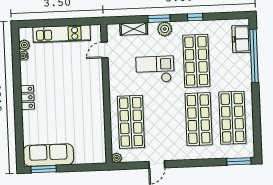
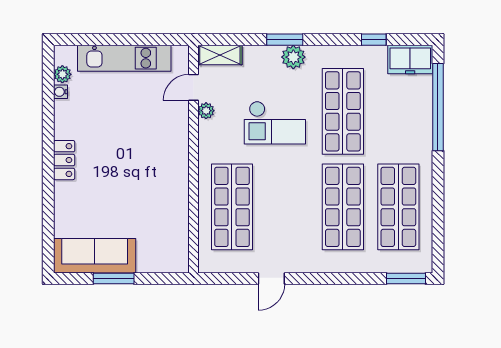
window: (195, 17) -> (374, 40), moved
shelving: (134, 29) -> (220, 55), moved
freezer: (241, 39) -> (410, 60), moved, turned -90
checkout: (155, 69) -> (275, 123), turned 180
plant: (117, 158) -> (206, 111), moved
window: (44, 169) -> (114, 279), moved

